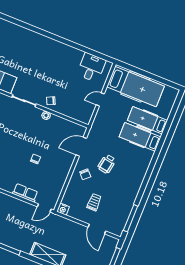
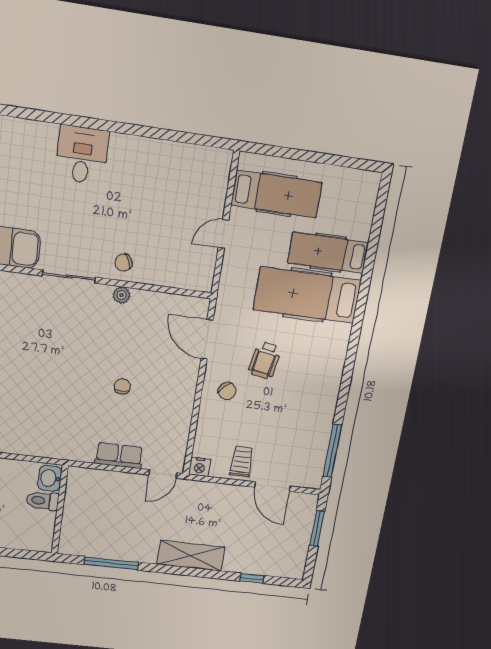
desk: (91, 67) -> (82, 155), moved
hospital bed: (136, 87) -> (276, 194), width x0.73, depth x0.78
hospital bed: (140, 137) -> (307, 295), width x1.37, depth x1.29
door: (81, 147) -> (207, 339), hinge flipped
trolley: (94, 202) -> (242, 461), moved

